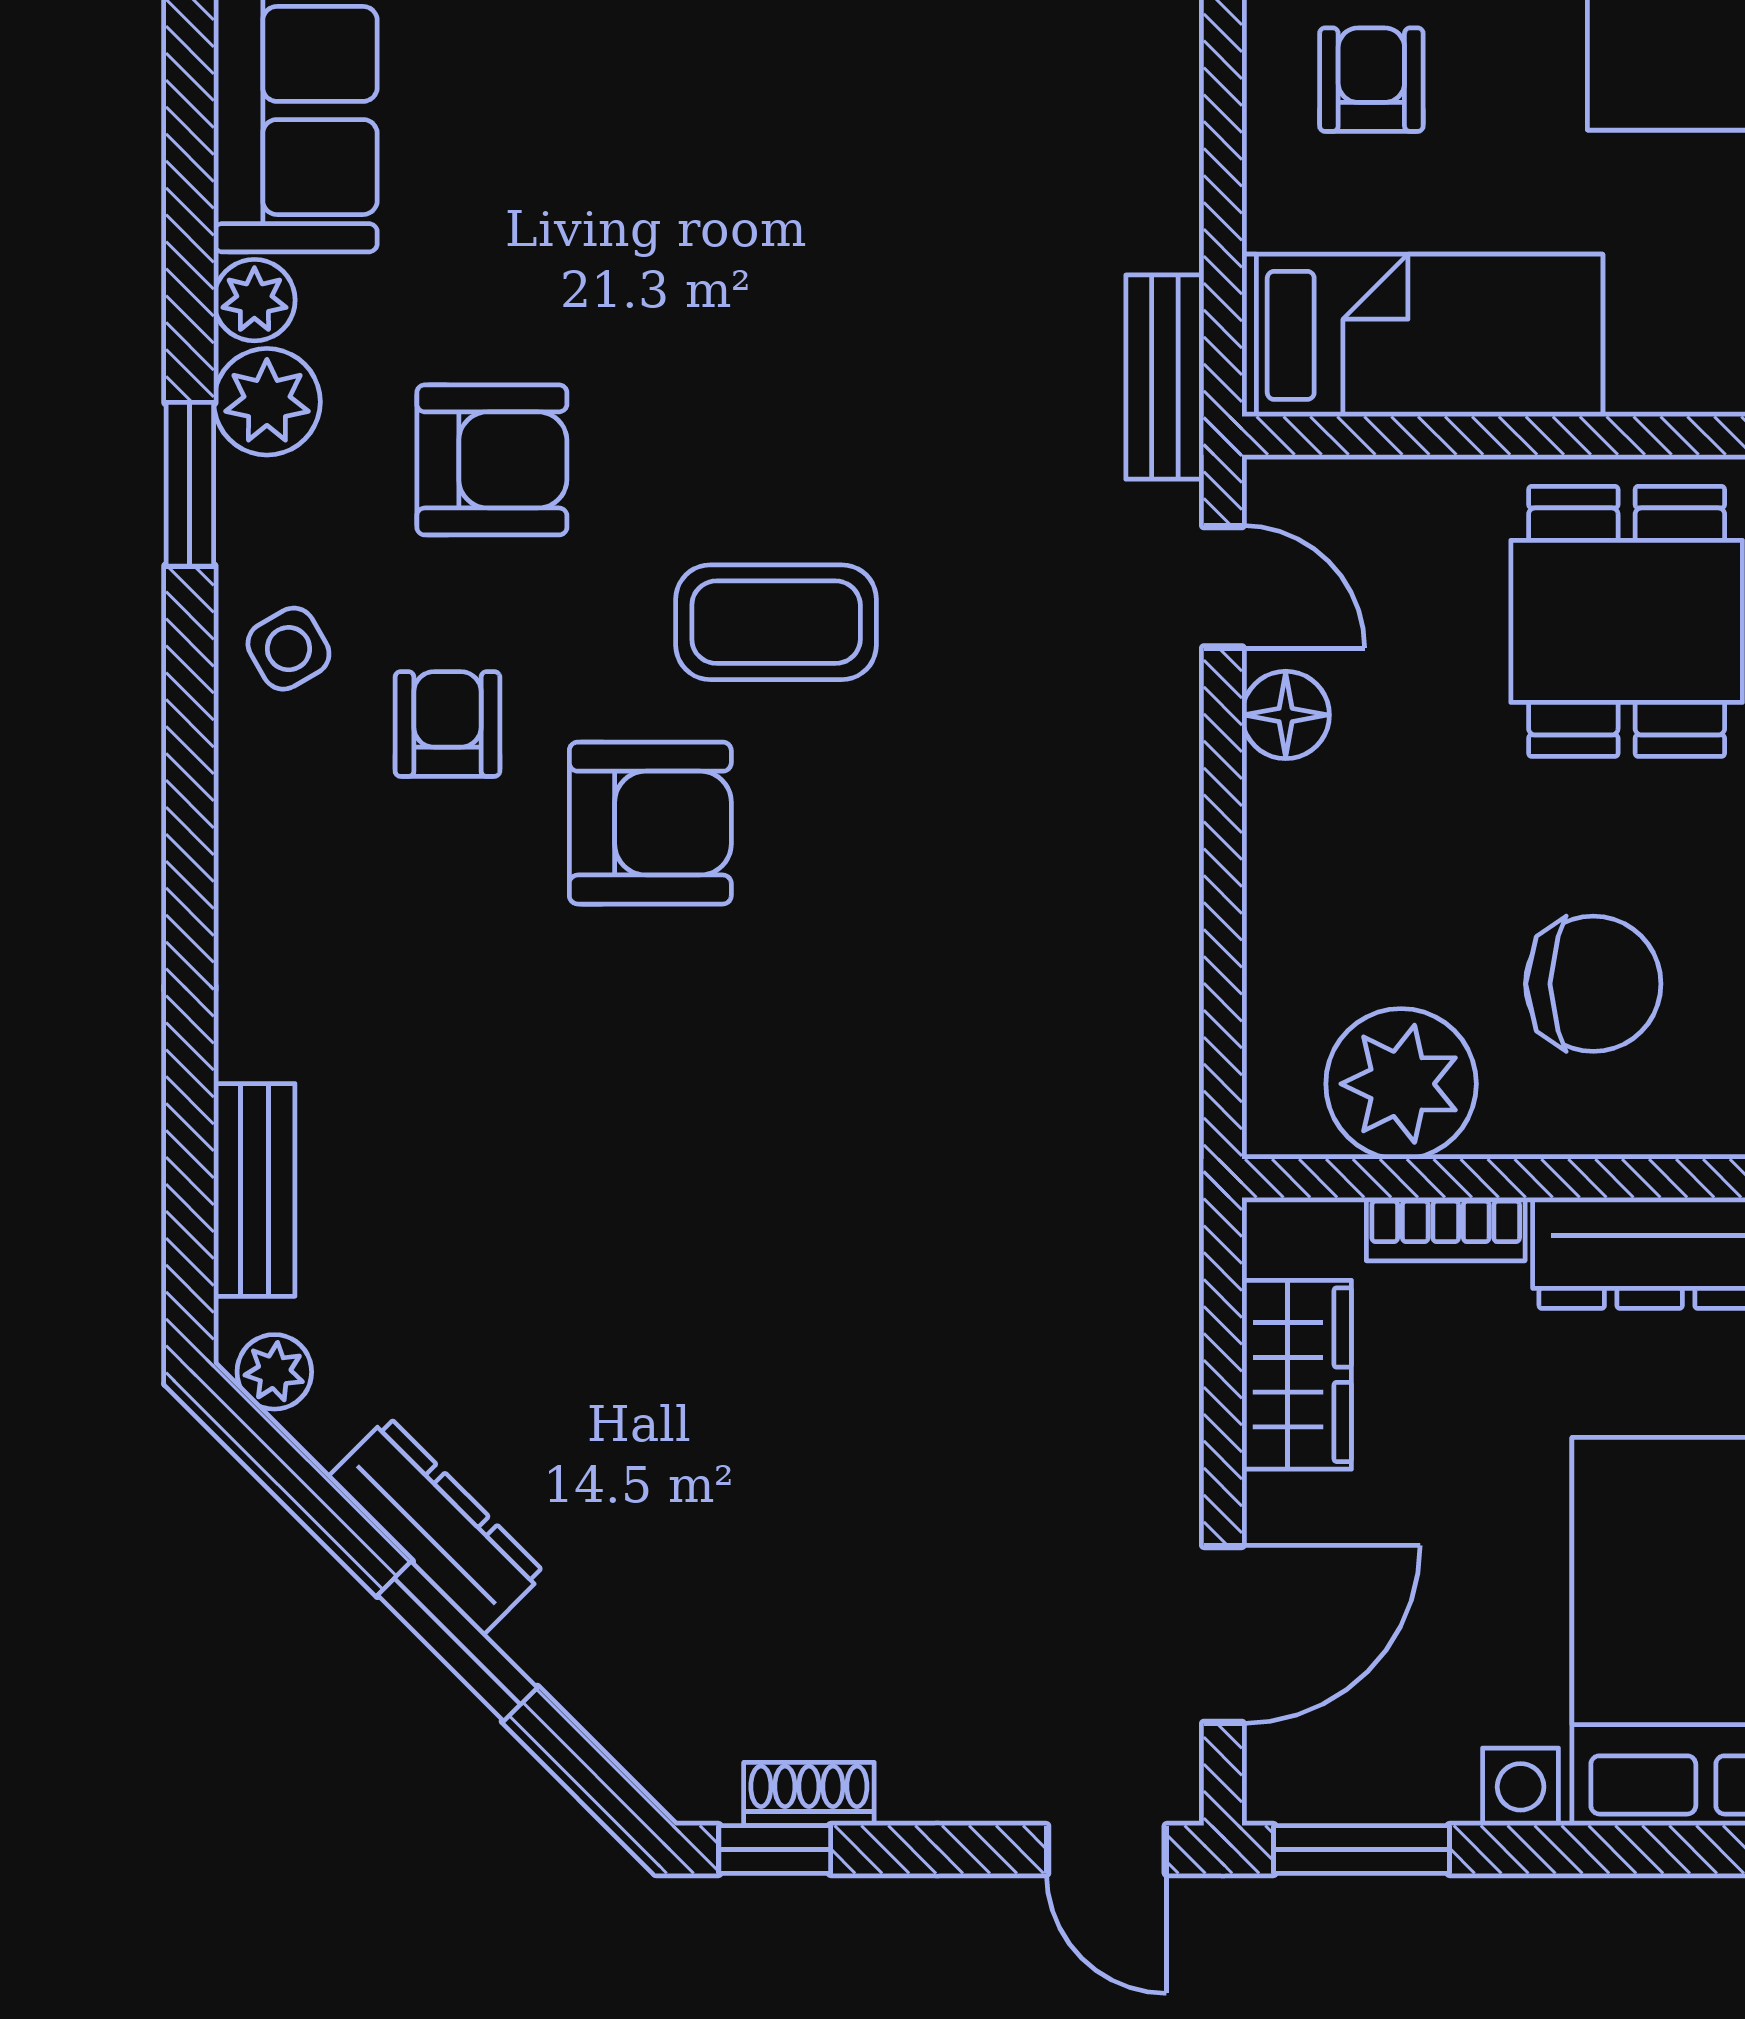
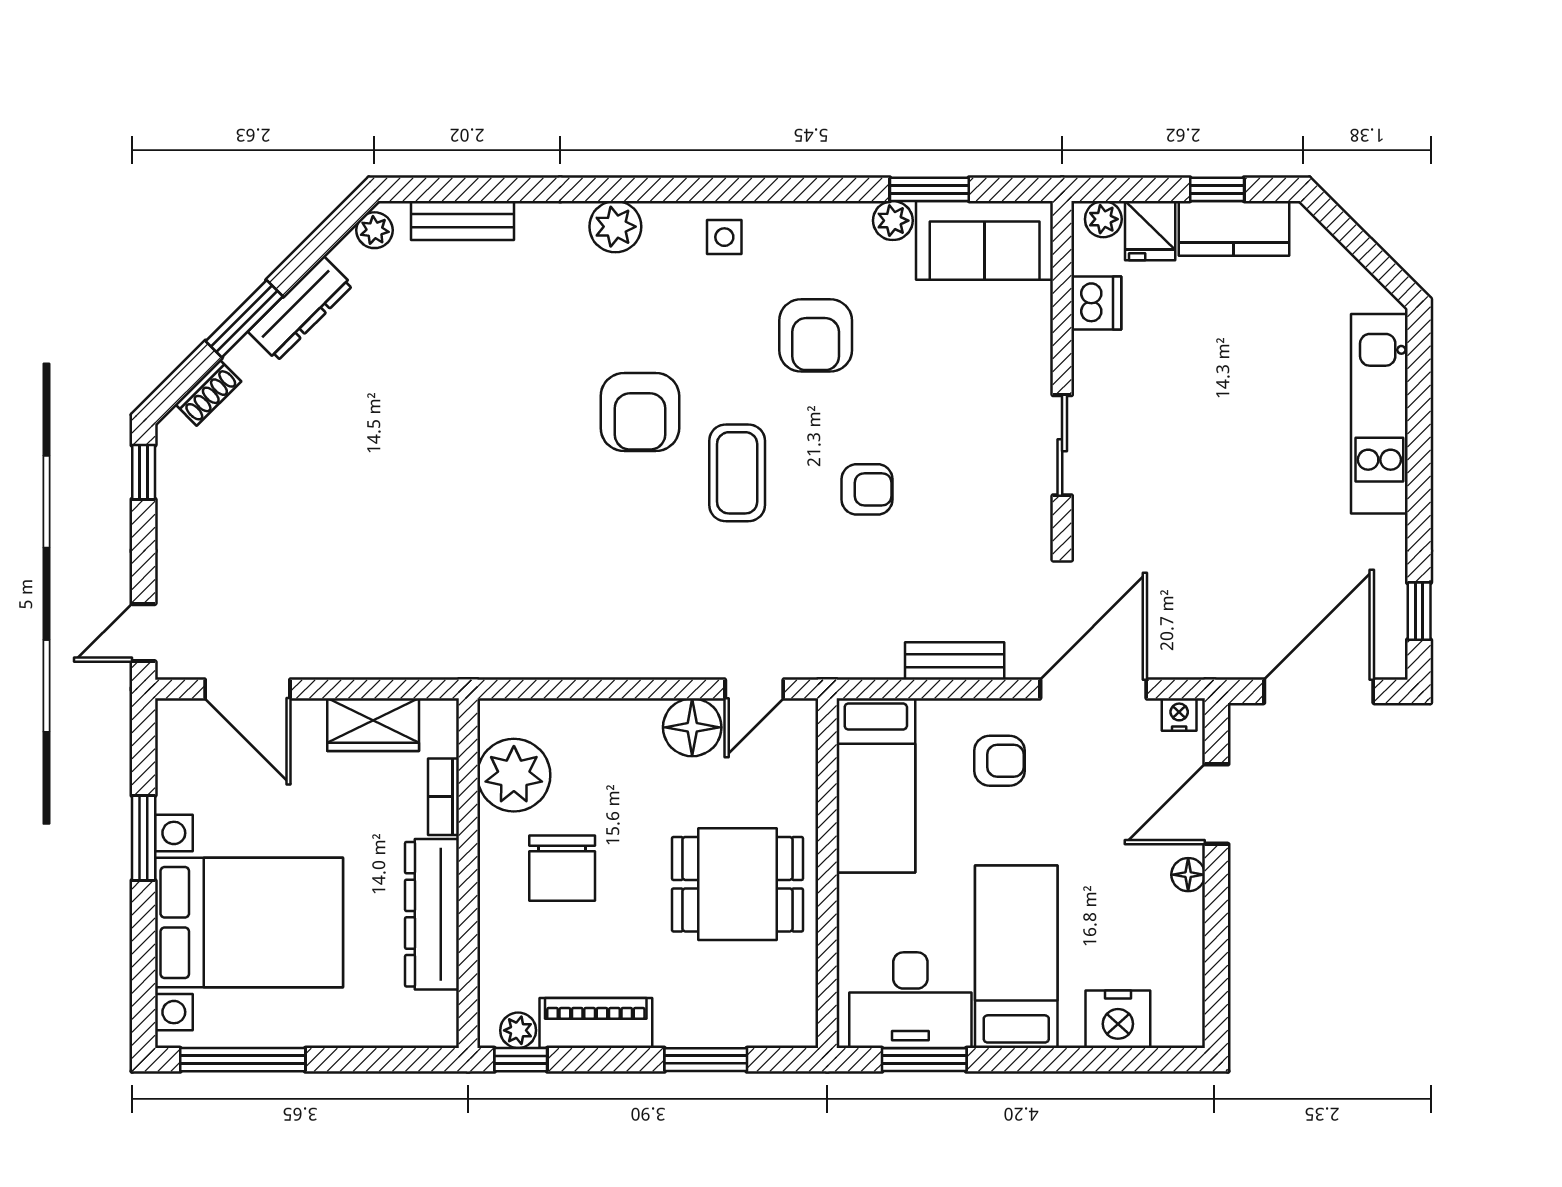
bench: (1165, 377) -> (955, 661), moved
plant: (267, 402) -> (615, 227), moved
window: (190, 484) -> (929, 189), moved
side table: (288, 649) -> (724, 237), turned 30
floor lamp: (1286, 715) -> (692, 727), width x1.38, depth x1.38
armchair: (447, 724) -> (867, 489), moved
shoe rack: (809, 1794) -> (208, 393), moved, turned 45
window: (1361, 1849) -> (144, 838), moved

